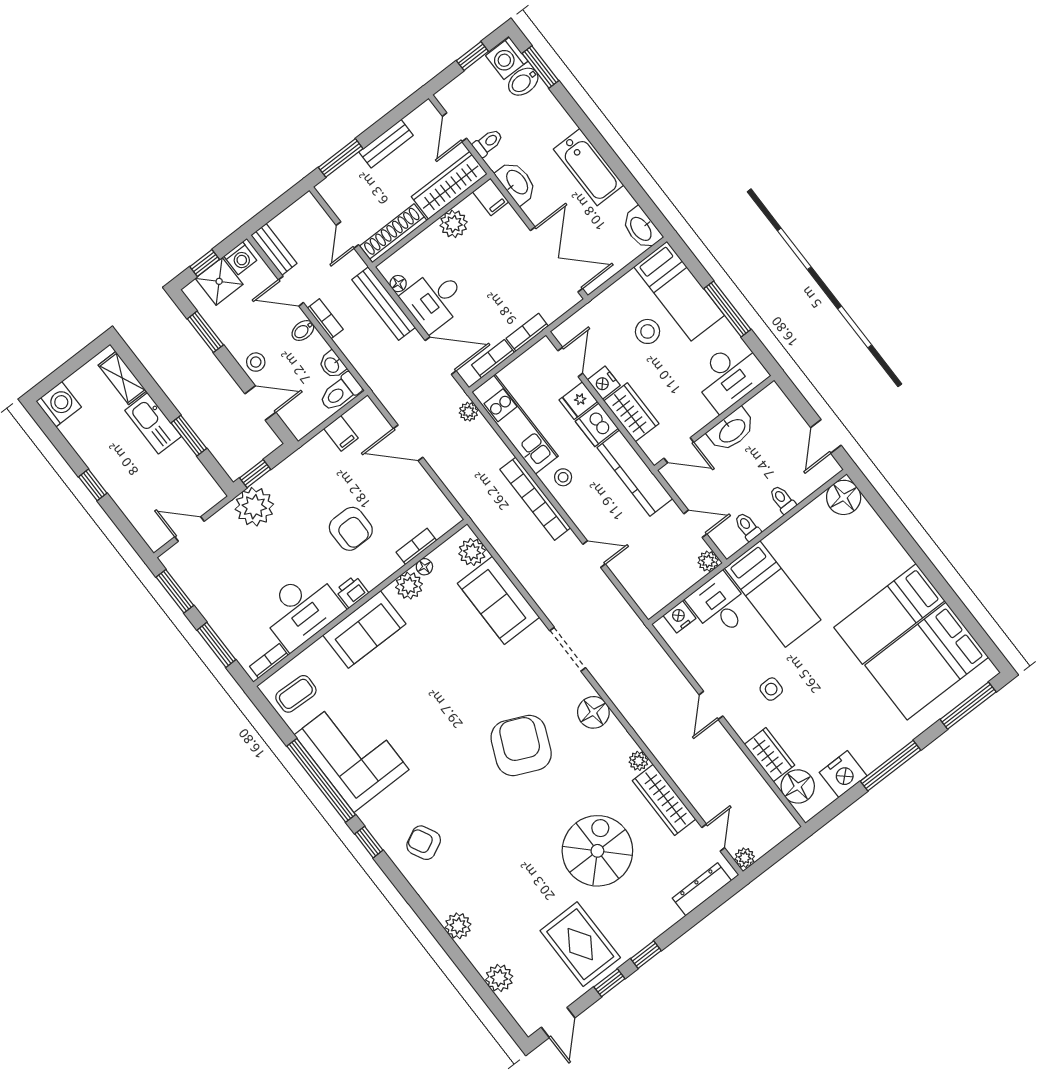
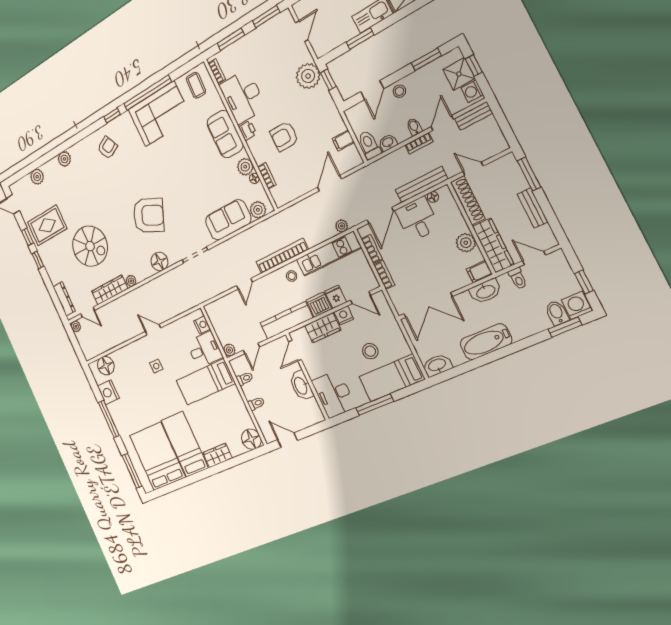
wardrobe: (770, 755) -> (217, 455), moved, turned 180

